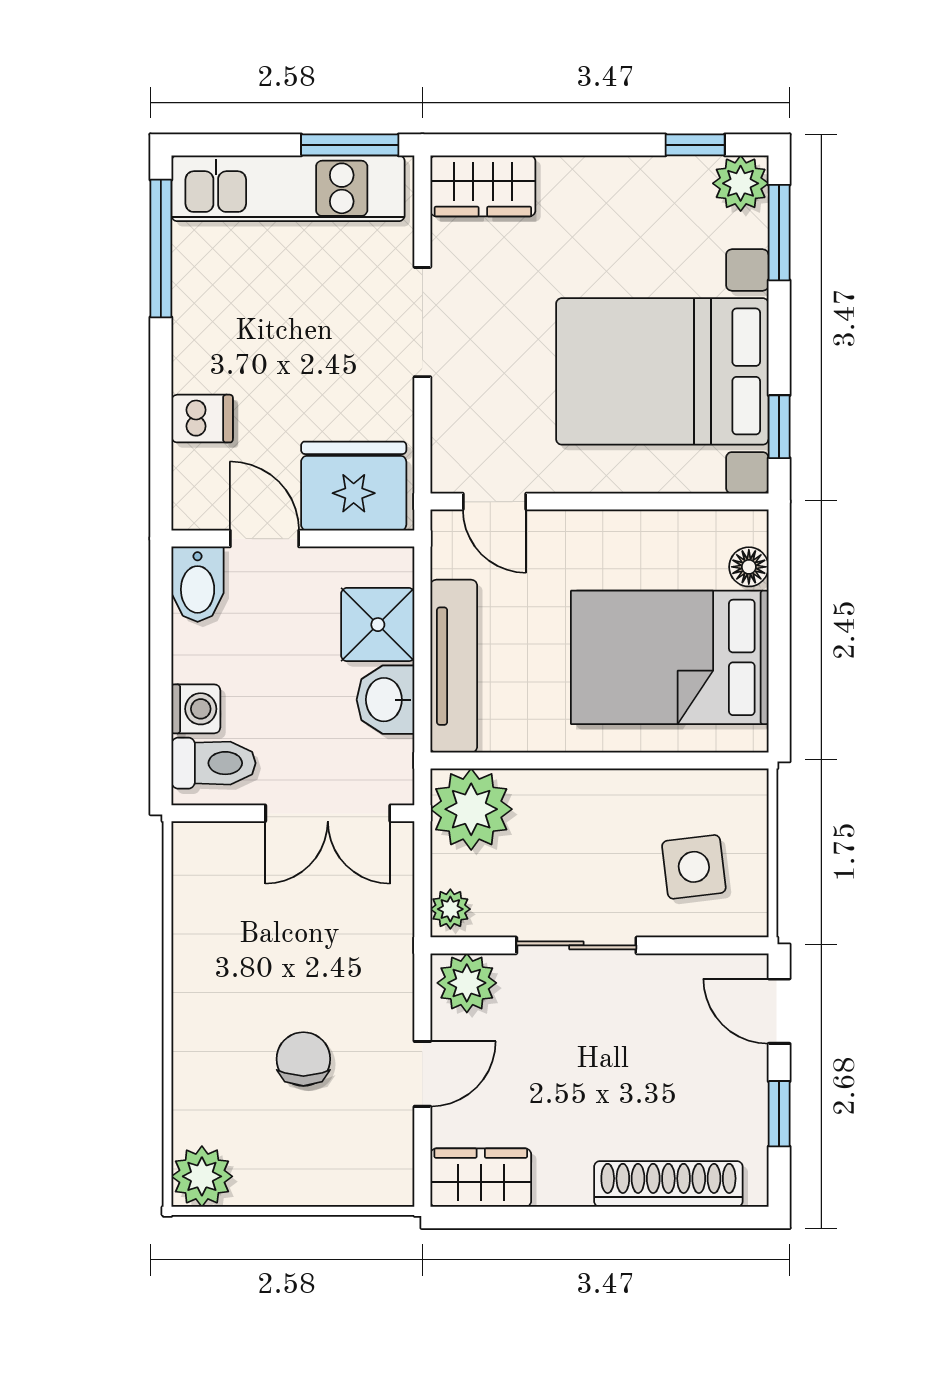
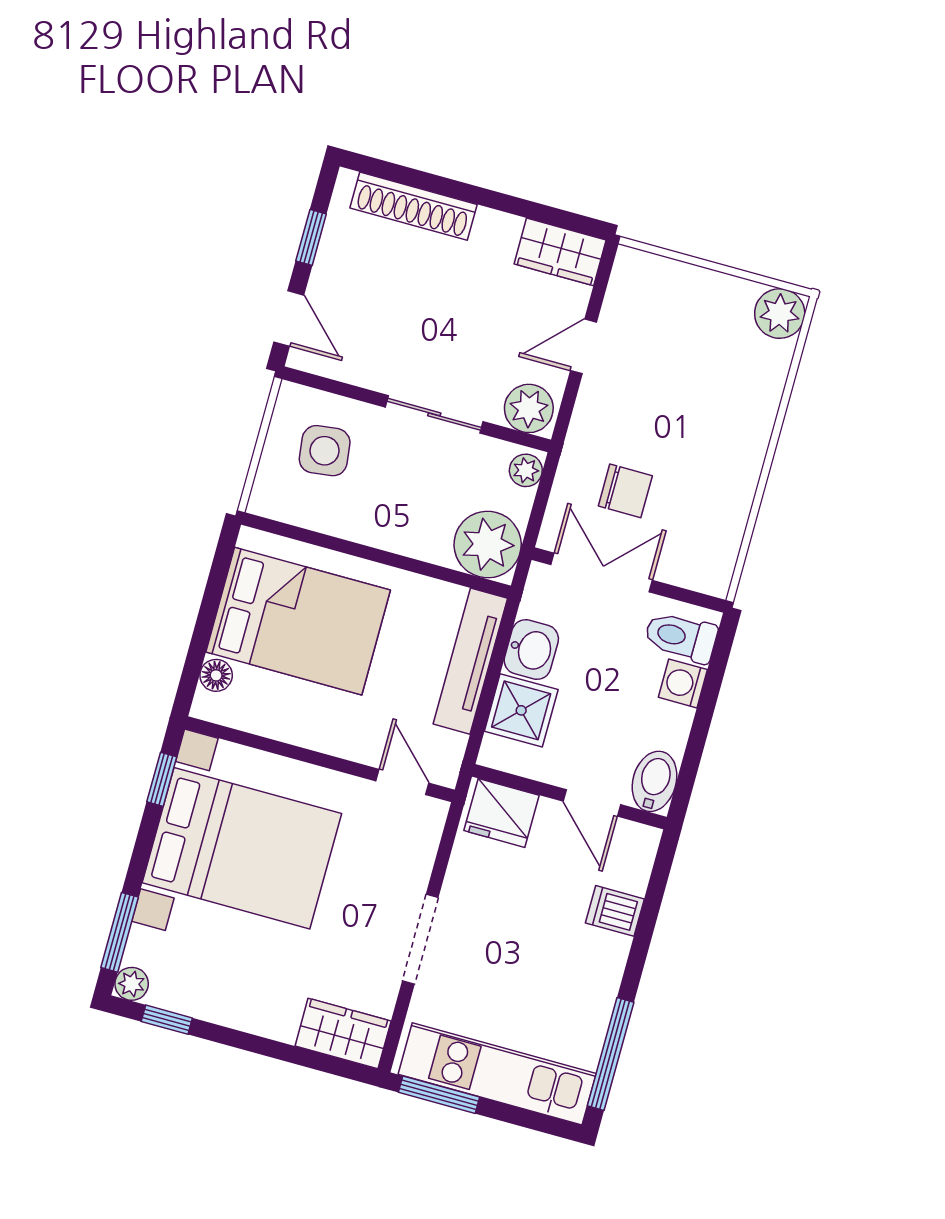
plant: (741, 183) -> (132, 984), width x0.73, depth x0.73
fridge: (354, 486) -> (502, 813), width x0.73, depth x0.75
chair: (303, 1059) -> (625, 491), moved, turned -90

